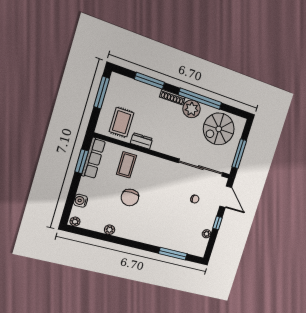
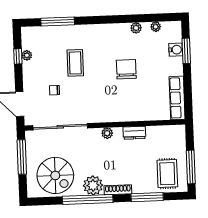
rug: (122, 122) -> (167, 174), moved
spiral stairs: (219, 129) -> (55, 175), turned 90
plant: (165, 149) -> (107, 133), added
window: (82, 161) -> (186, 51), moved
coffee table: (126, 165) -> (75, 63), moved
plant: (75, 222) -> (156, 27), moved
window: (217, 223) -> (18, 56), moved

